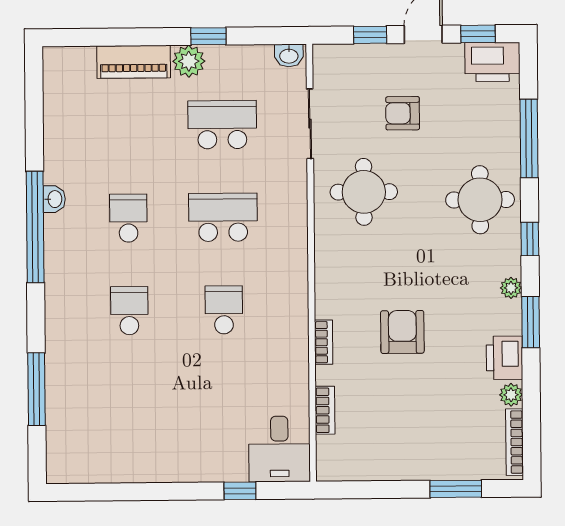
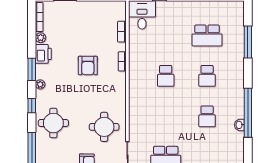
school desk: (223, 217) -> (207, 35), moved

